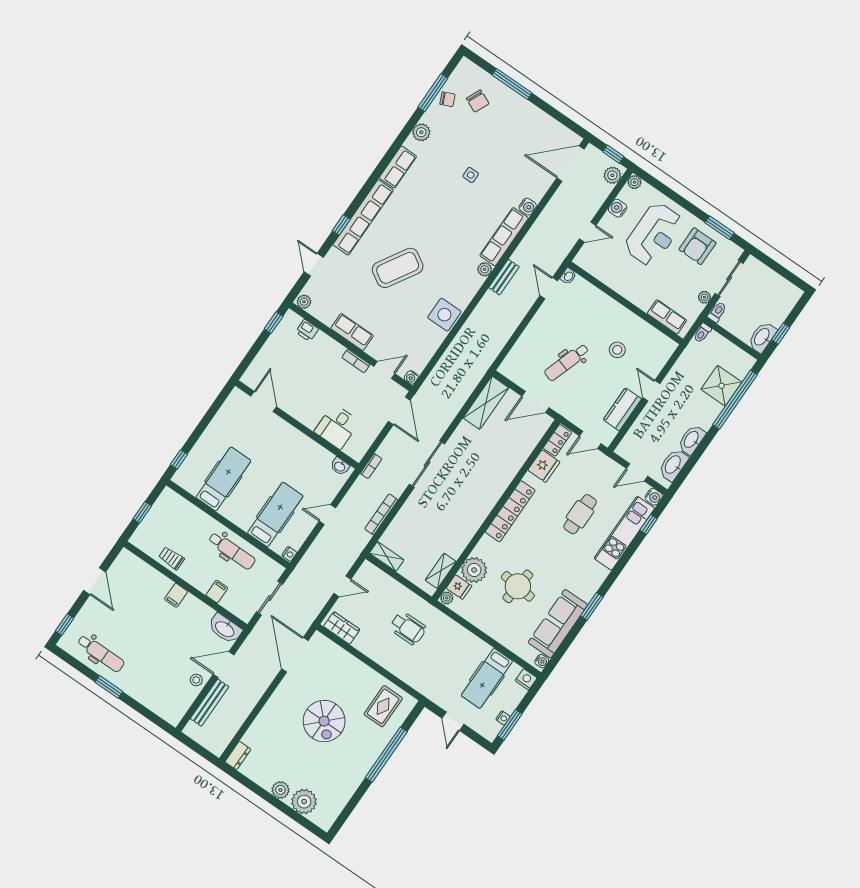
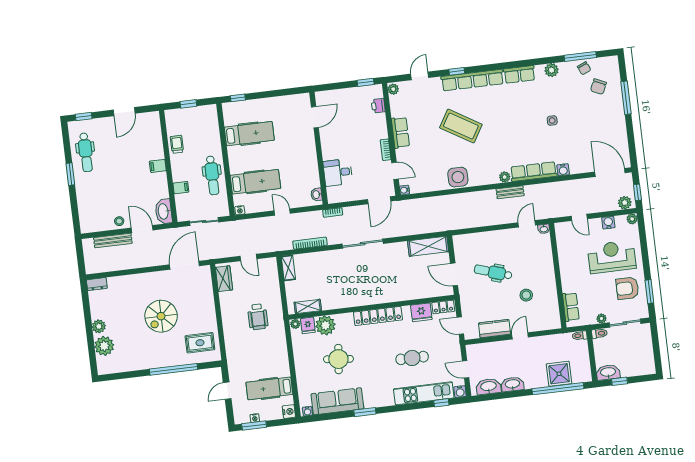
reception desk: (654, 234) -> (612, 257), turned 180

